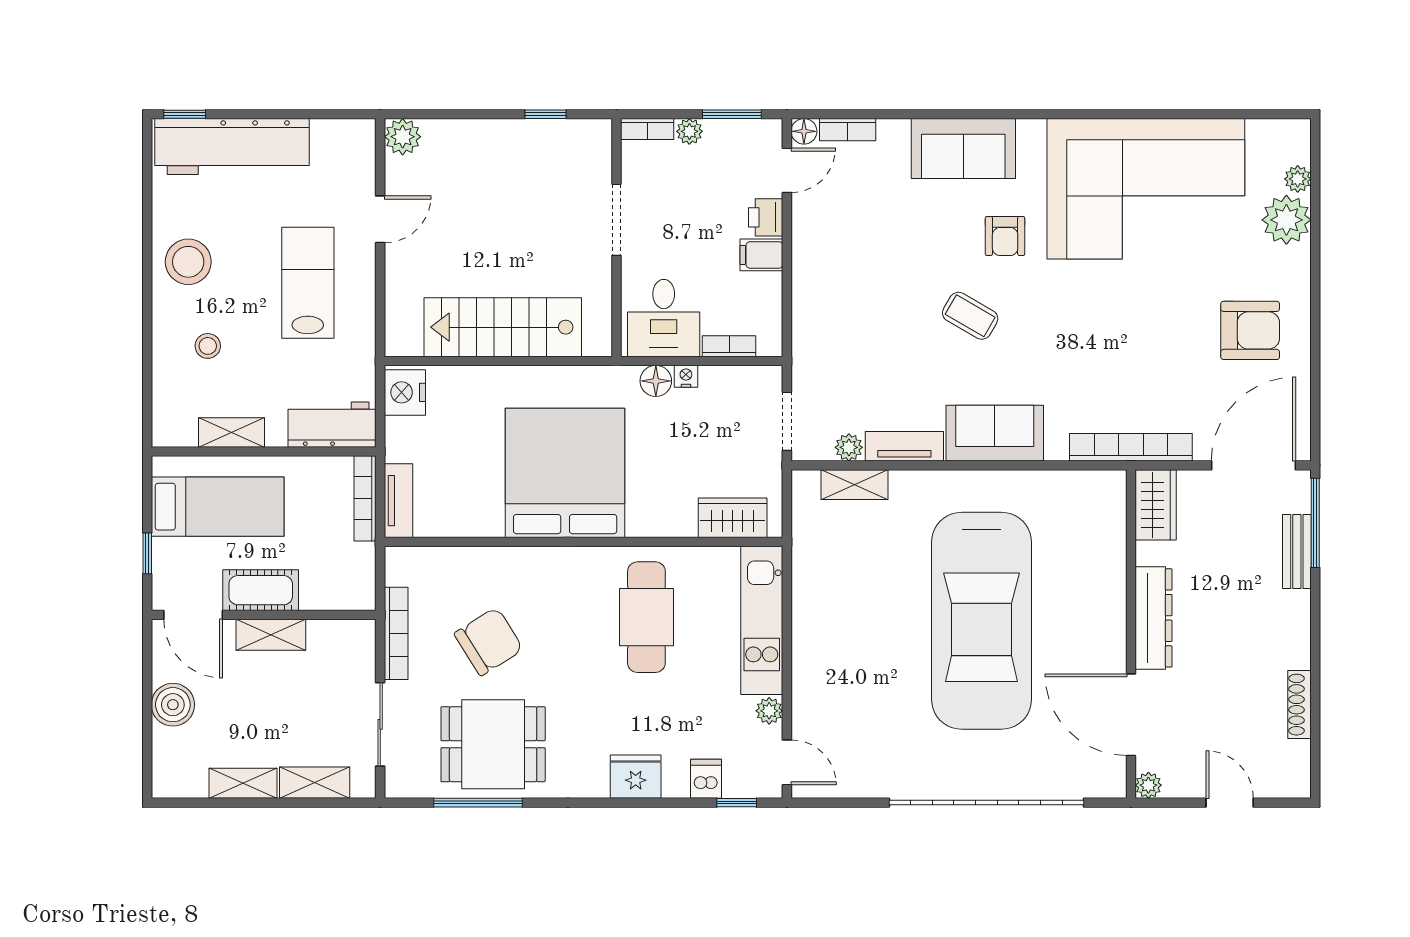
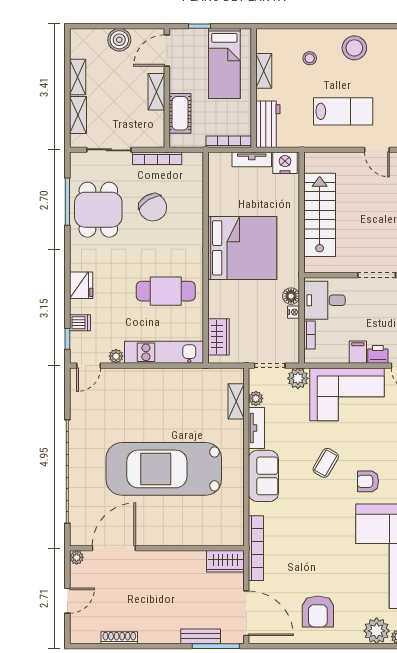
corner sofa: (841, 276) -> (347, 394), added
plant: (811, 368) -> (298, 378), added
tv unit: (398, 501) -> (252, 159), moved
cot: (261, 590) -> (180, 113), moved
dresser: (1154, 618) -> (165, 560), removed

